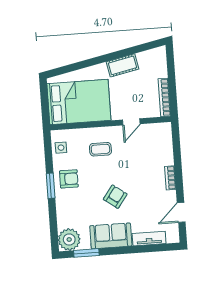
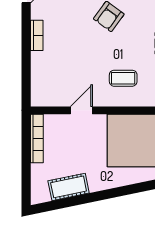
cot: (122, 65) -> (69, 187), moved

